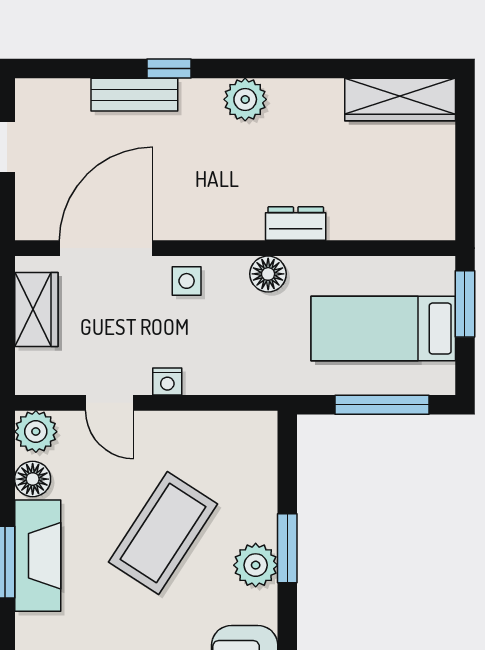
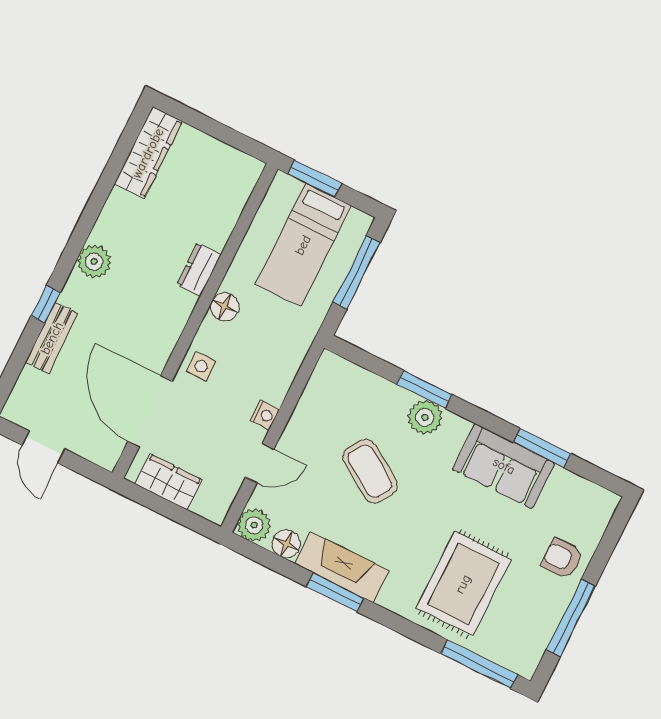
coffee table: (163, 533) -> (370, 471), width x0.73, depth x0.76

